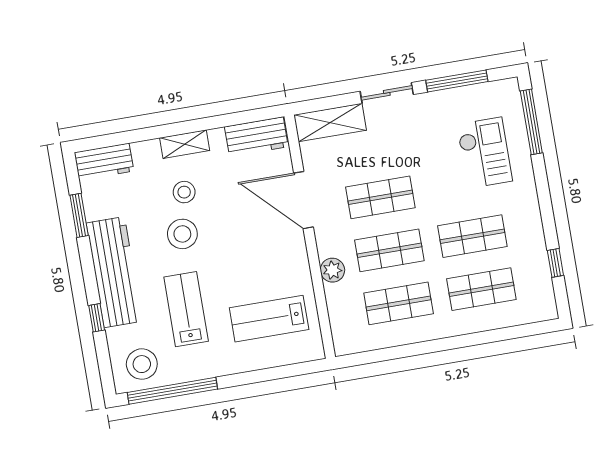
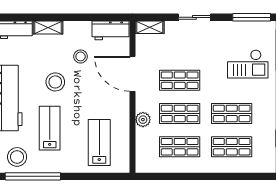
window: (457, 81) -> (252, 17), moved
shelving: (330, 123) -> (150, 27), width x0.67, depth x0.75
shelving: (185, 144) -> (48, 27), moved
checkout: (484, 153) -> (248, 64), turned 90
stool: (184, 192) -> (81, 56), moved
lab bench: (269, 319) -> (99, 143), turned 90

